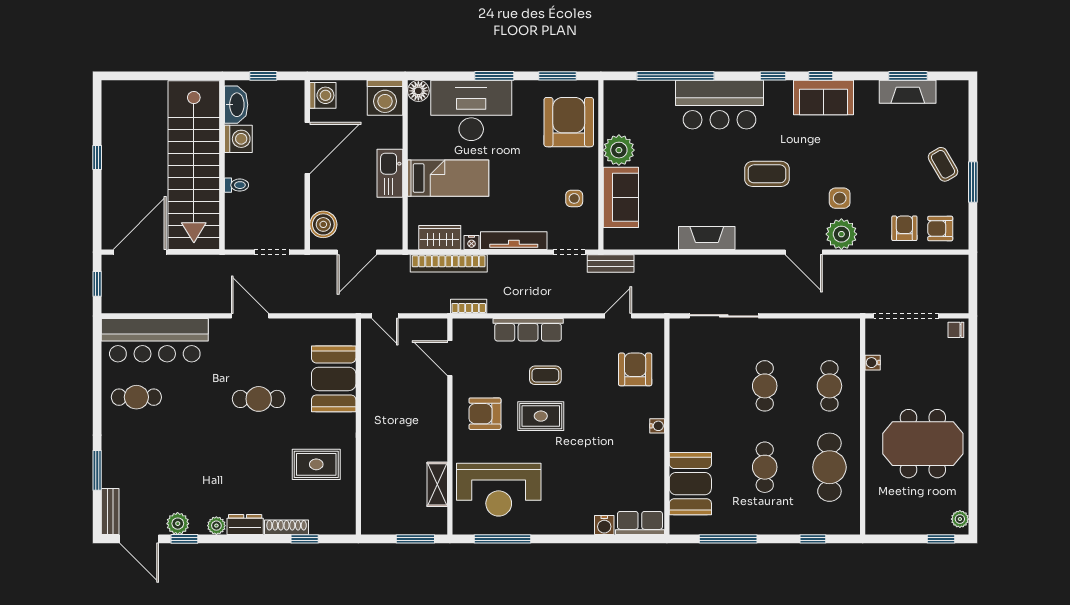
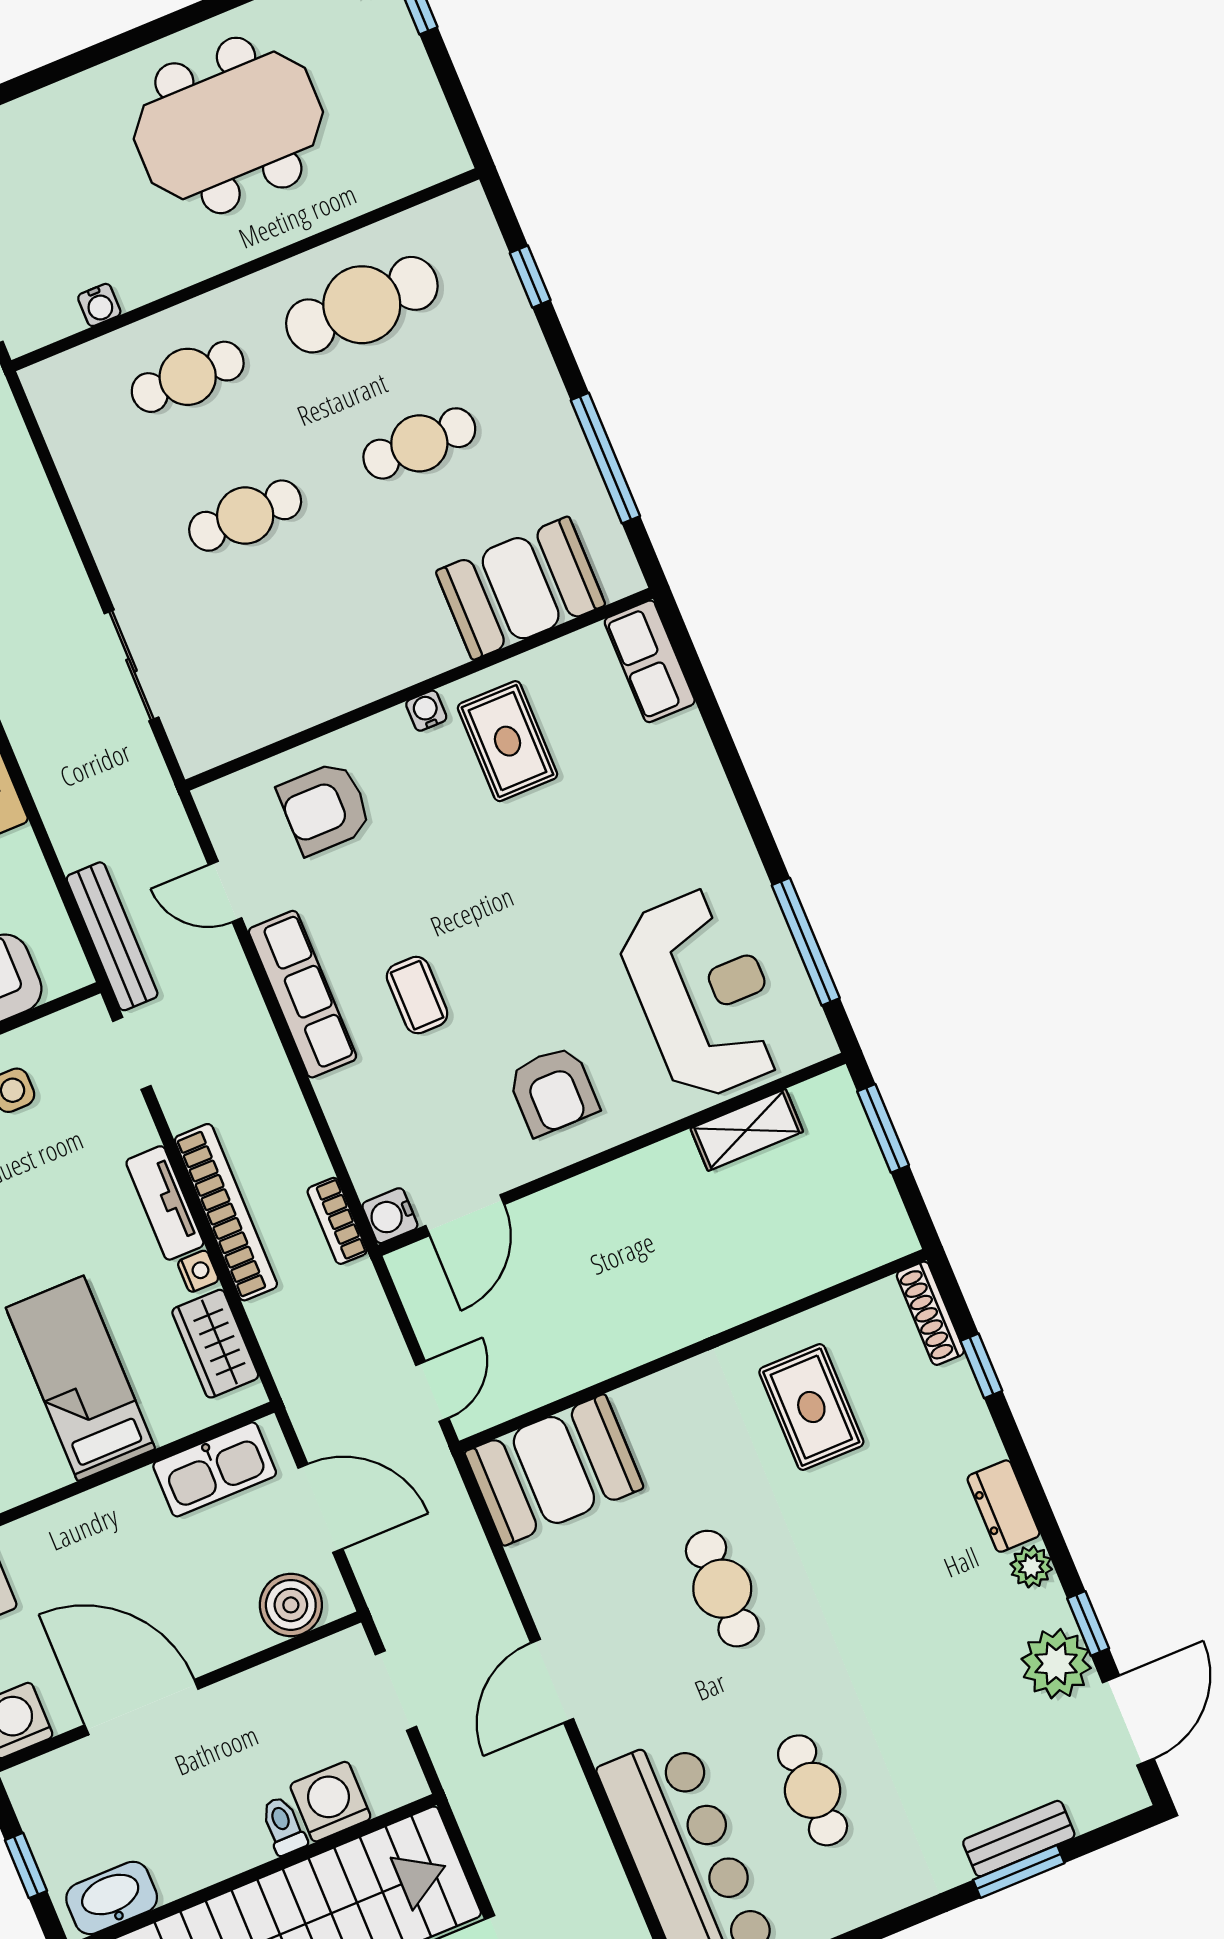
washing machine: (238, 139) -> (330, 1802), moved
kitchen sink: (390, 173) -> (215, 1469), moved
tv unit: (514, 241) -> (165, 1203), width x0.71
bookcase: (449, 263) -> (226, 1212), moved
bench: (611, 264) -> (112, 936), width x1.36
sliding door: (724, 316) -> (131, 665), width x0.73
row of seats: (528, 330) -> (302, 994), moved
booth: (334, 379) -> (554, 1470), moved
cafe table: (136, 397) -> (813, 1790), moved
rug: (541, 416) -> (508, 741), moved
meeting table: (923, 444) -> (228, 125), turned 90
bench: (110, 512) -> (1019, 1839), moved
plant: (178, 524) -> (1056, 1664), width x1.36, depth x1.36
water cooler: (604, 525) -> (390, 1216), moved, turned 180
shoe rack: (287, 527) -> (930, 1313), moved

